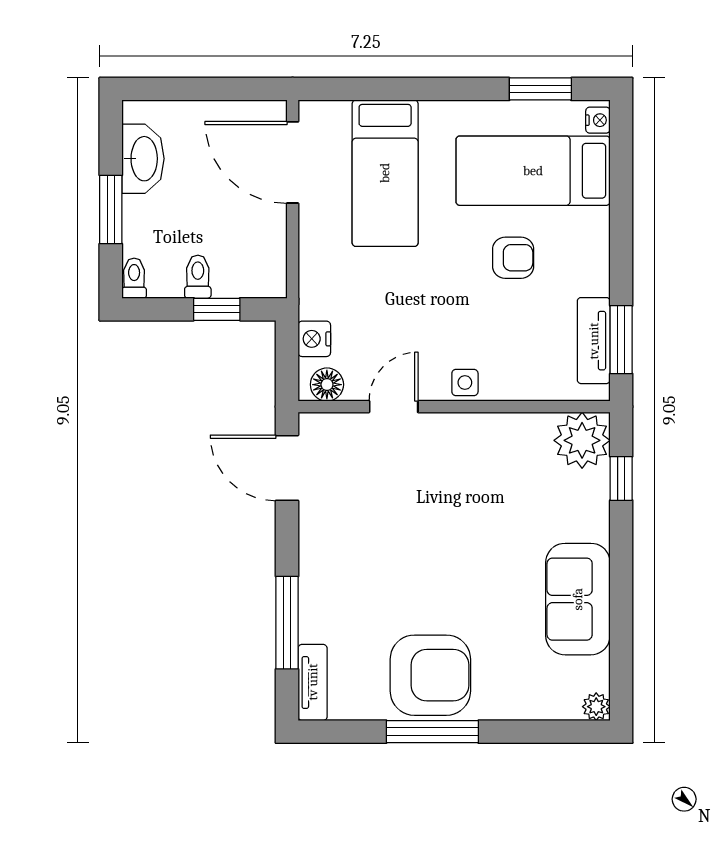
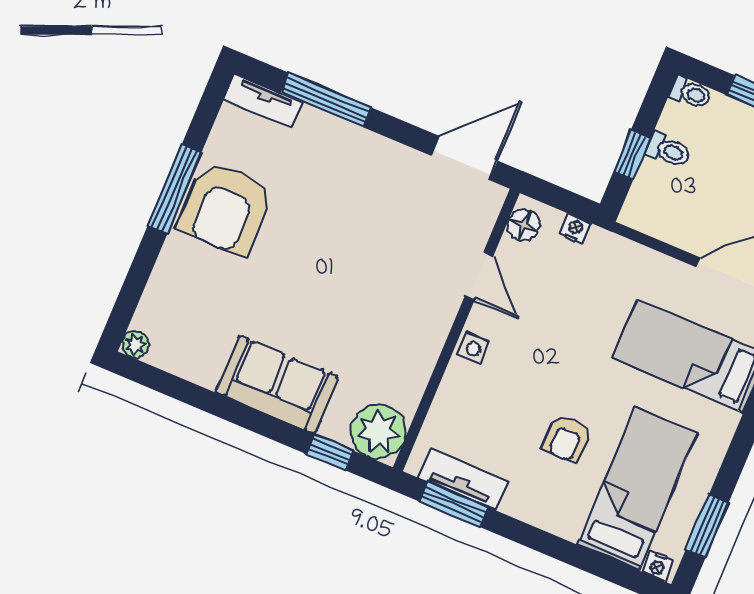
nightstand: (314, 339) -> (575, 229), width x0.72, depth x0.74
sofa: (578, 599) -> (277, 385), moved

